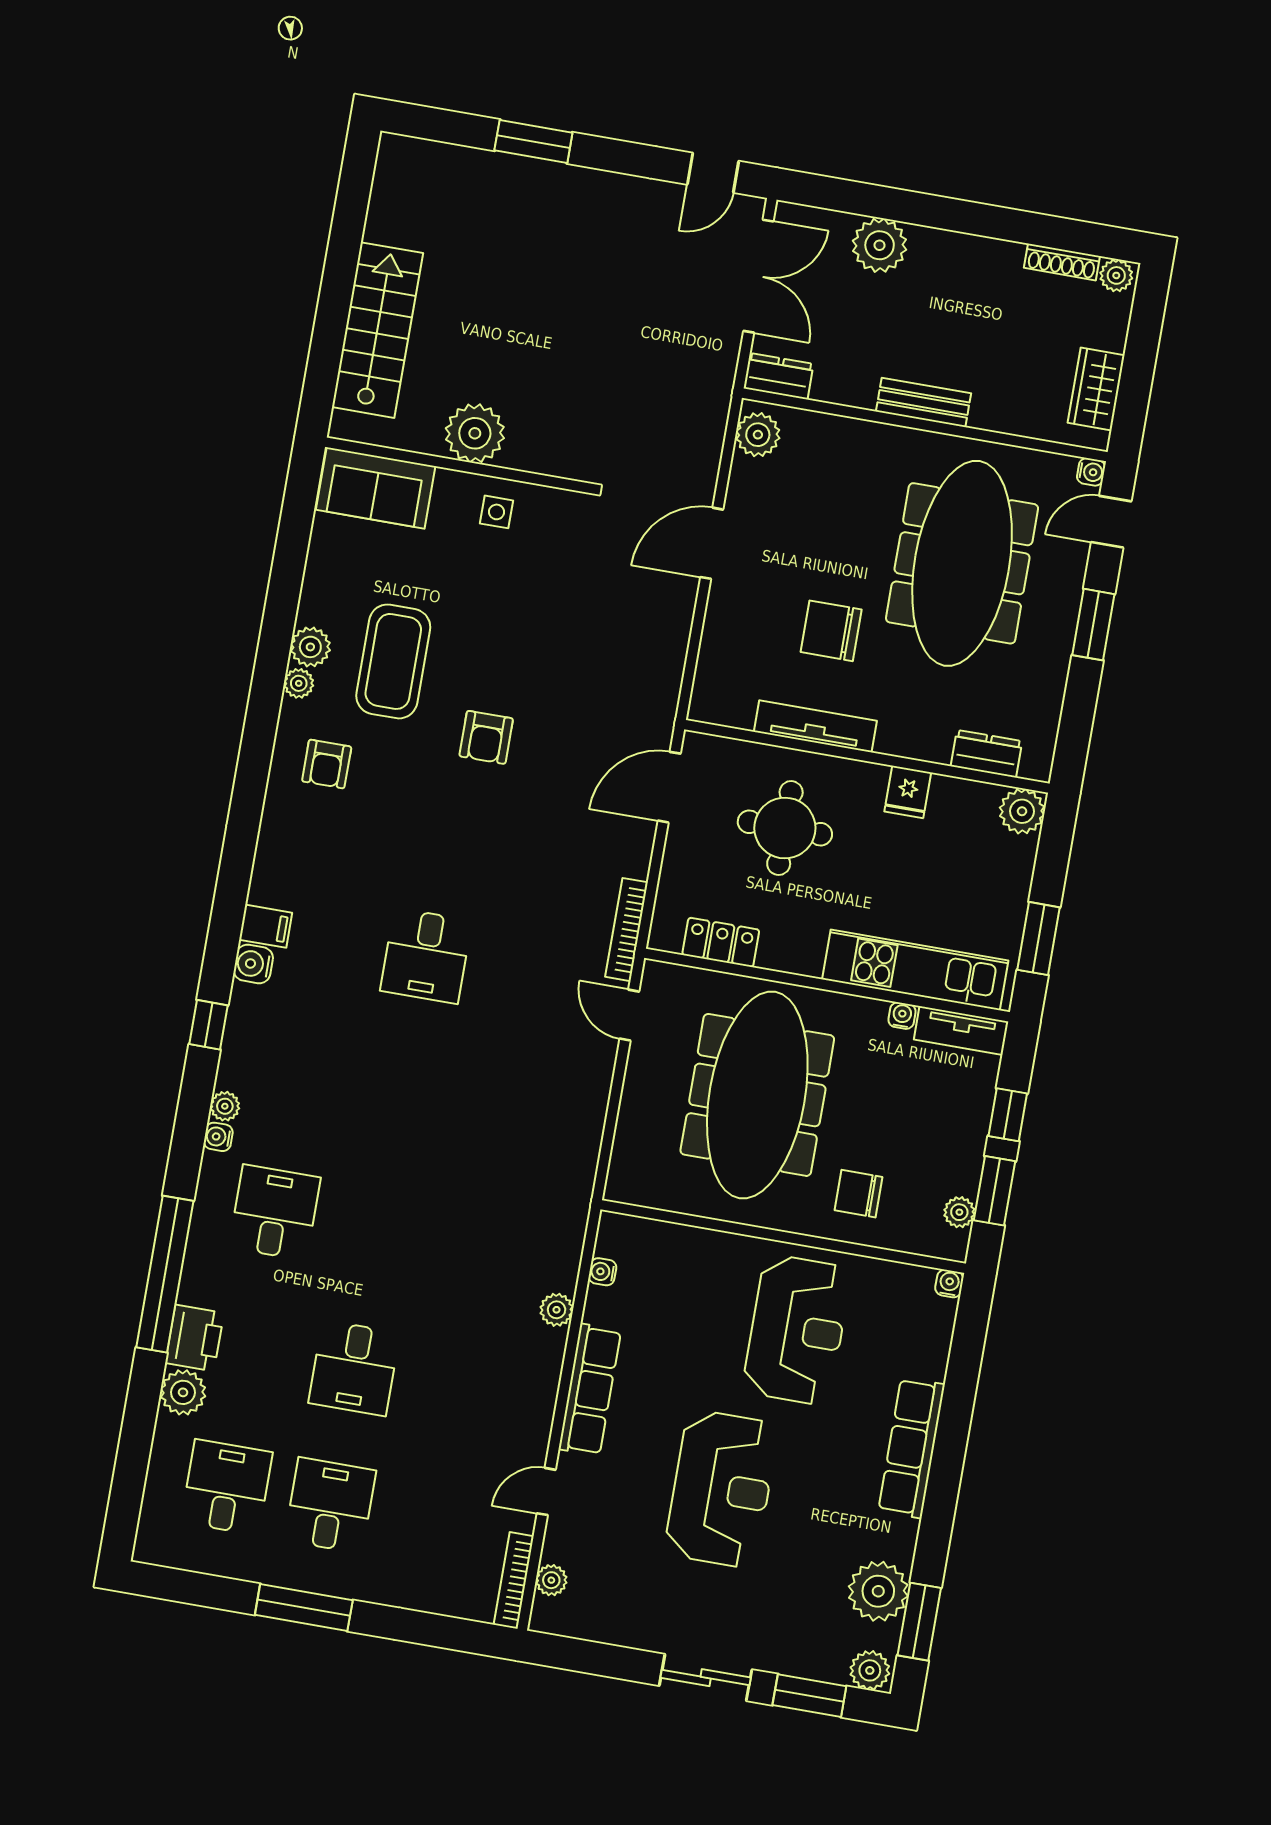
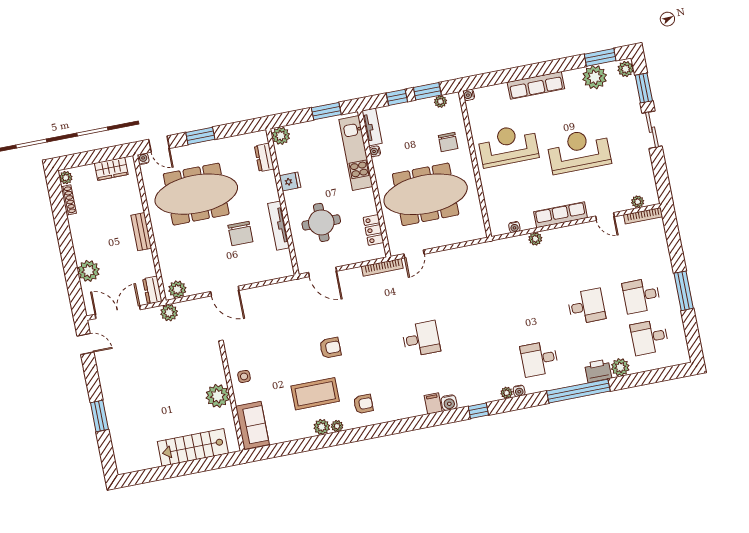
plant: (711, 395) -> (169, 313), added

